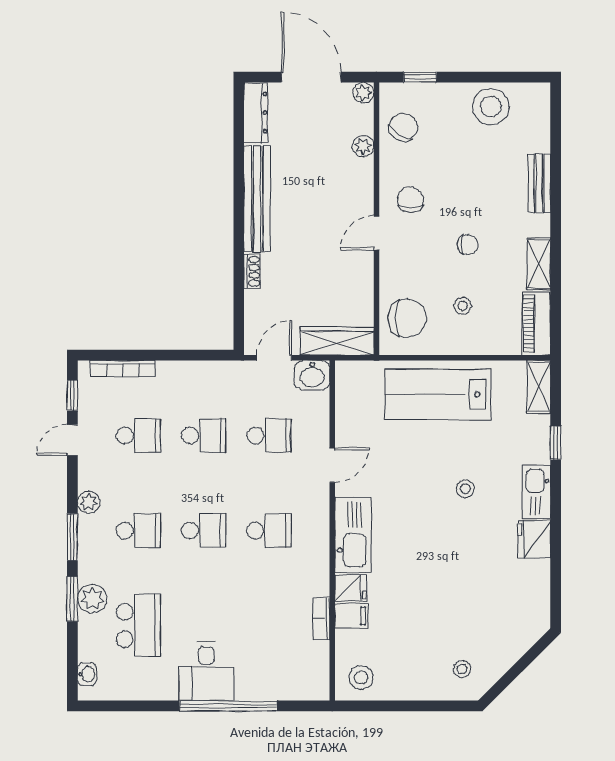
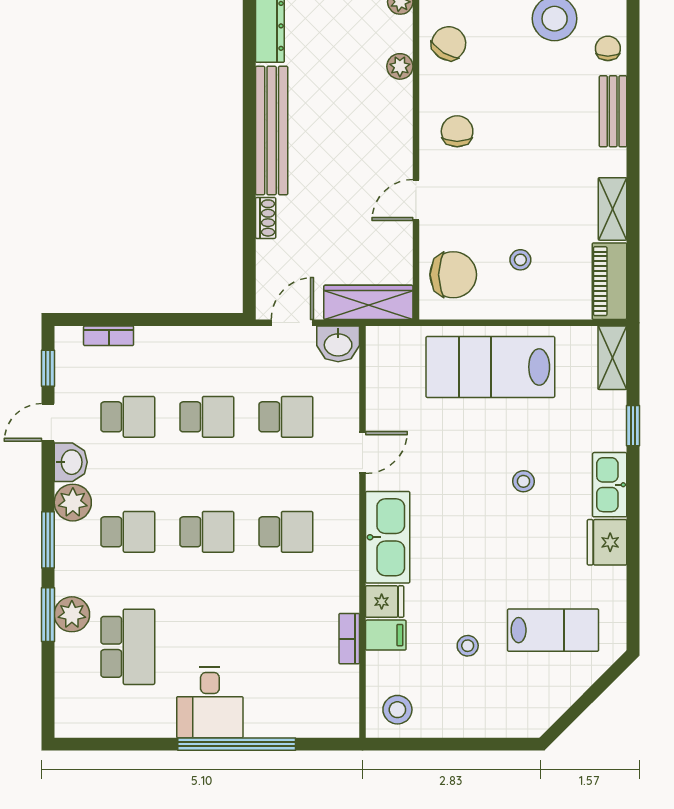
door: (376, 233) -> (416, 200), moved
chair: (468, 245) -> (608, 48), moved, turned -90
bookcase: (122, 369) -> (109, 336), width x0.64
plant: (89, 502) -> (73, 503), width x1.38, depth x1.38
lab bench: (490, 612) -> (553, 630), added
stool: (462, 669) -> (468, 646), moved
washbasin: (87, 674) -> (71, 462), moved, width x1.38, depth x1.45

